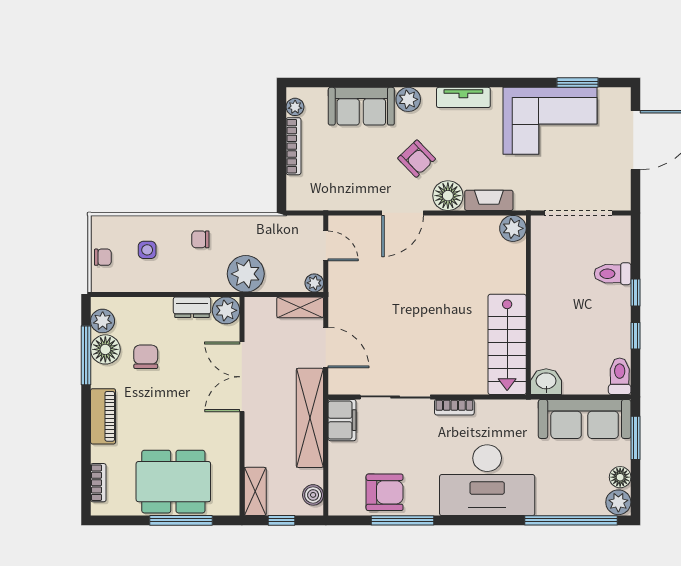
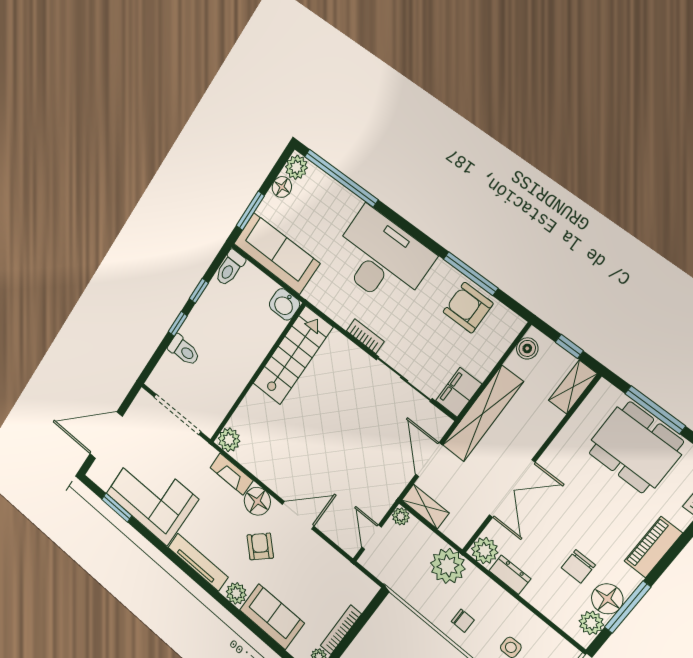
tv unit: (463, 97) -> (198, 562), width x1.41

